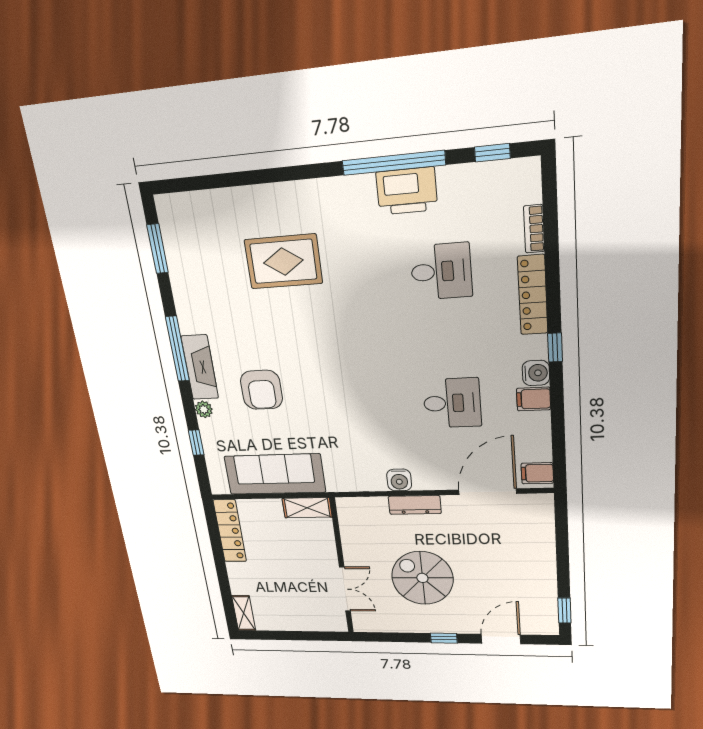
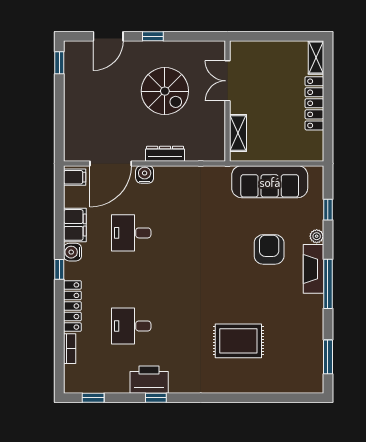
window: (394, 163) -> (156, 398), width x0.32
filing cabinet: (534, 399) -> (75, 225), width x2.00
water cooler: (399, 480) -> (145, 174), moved
shelving: (307, 508) -> (238, 133), moved, turned 90
locker: (230, 531) -> (314, 103), moved

